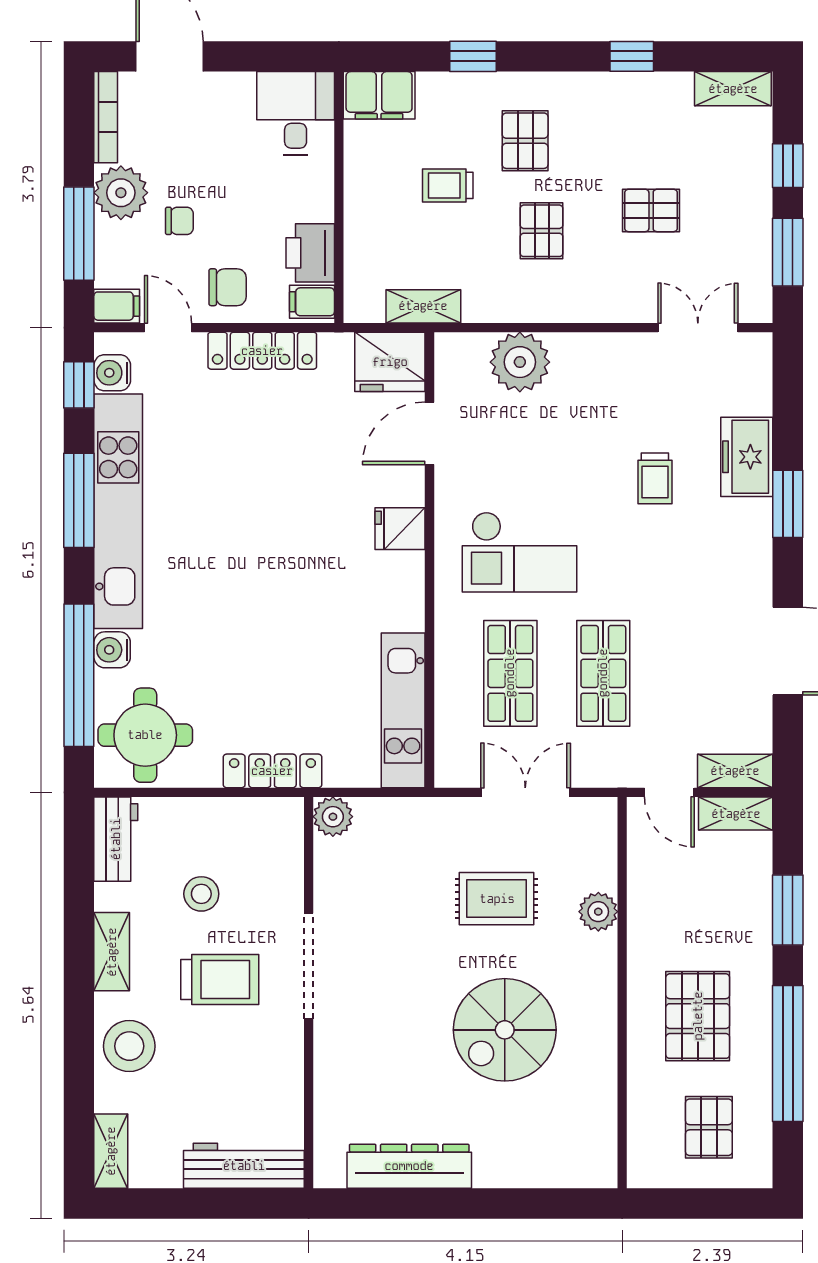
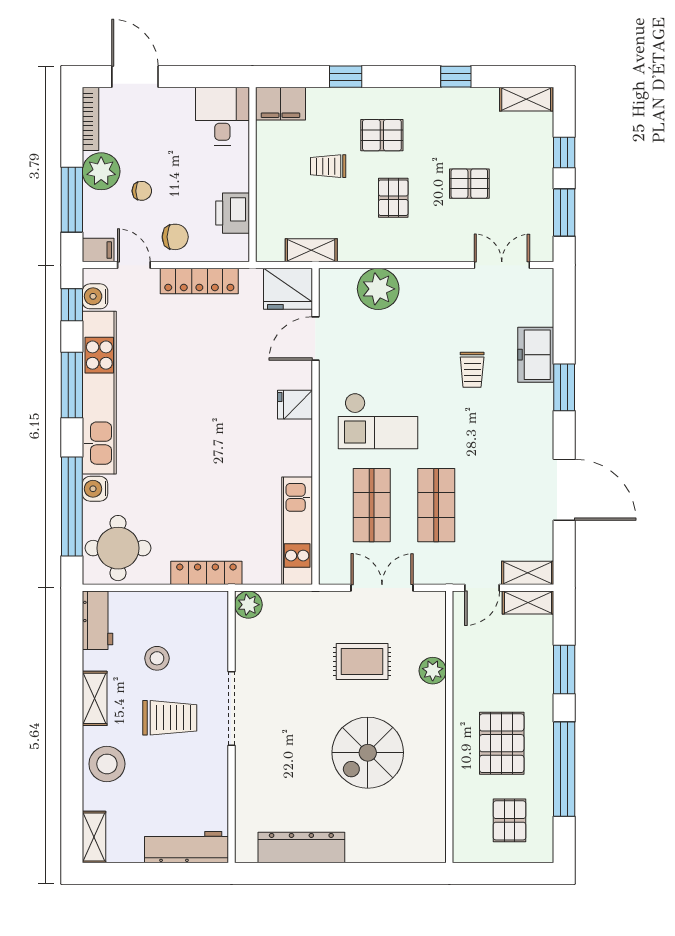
pallet: (525, 141) -> (382, 135), turned 90
filing cabinet: (312, 302) -> (234, 247), removed
door: (669, 792) -> (482, 588), hinge flipped

